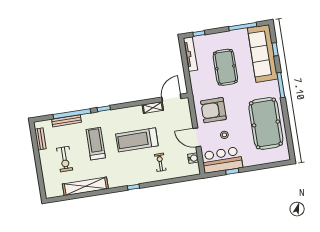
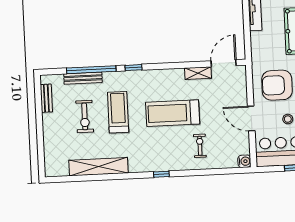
water cooler: (193, 158) -> (244, 161), moved
exercise bike: (65, 159) -> (85, 116), moved

